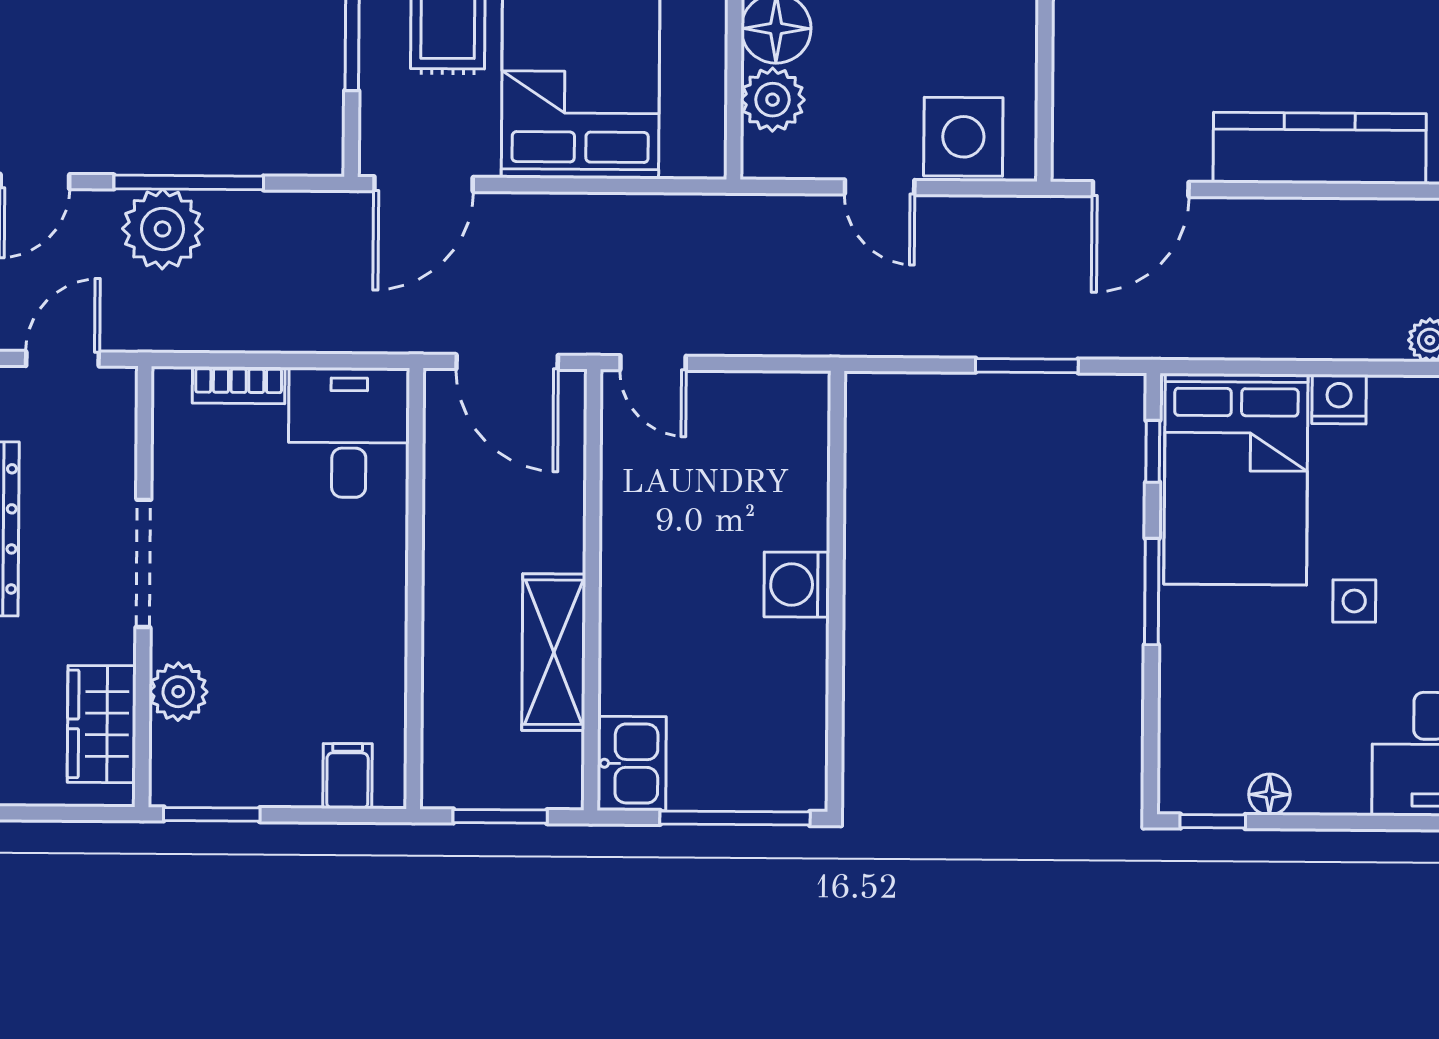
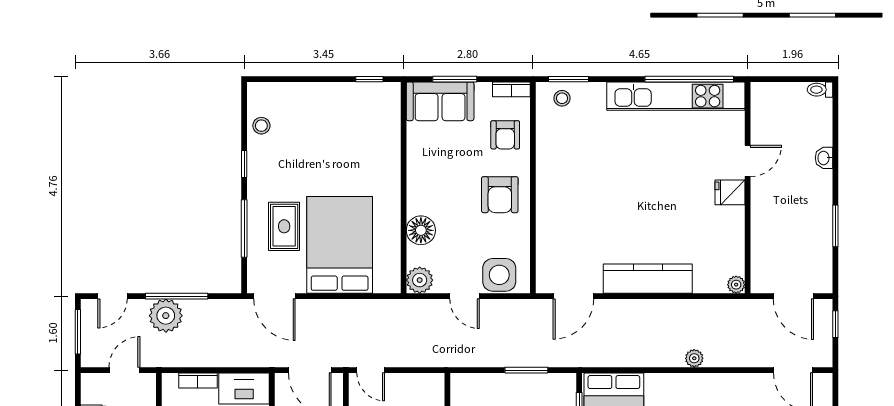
plant: (773, 100) -> (420, 280), moved
door: (424, 184) -> (274, 296), hinge flipped
nightstand: (1339, 399) -> (657, 383), removed

